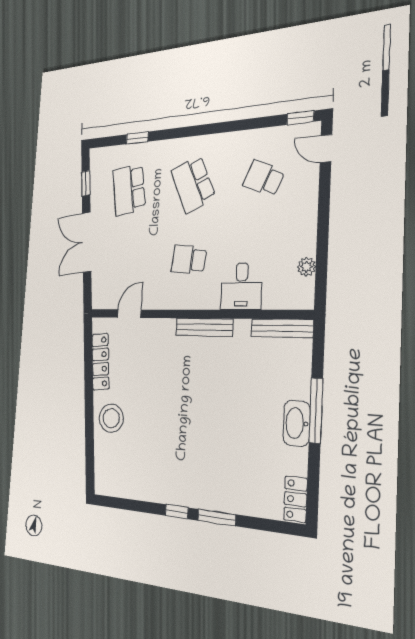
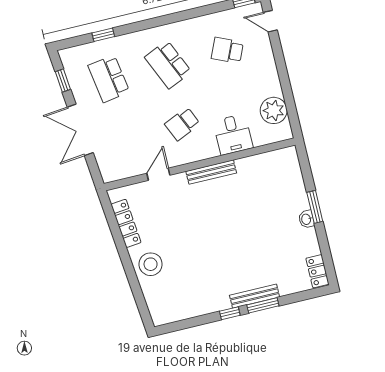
school desk: (189, 260) -> (182, 124), turned -30
plant: (306, 267) -> (274, 110), width x1.88, depth x1.88
door: (129, 314) -> (158, 174), moved
bench: (282, 328) -> (255, 296), moved
window: (316, 411) -> (315, 207), width x0.69
washbasin: (297, 423) -> (306, 219), width x0.52, depth x0.69

